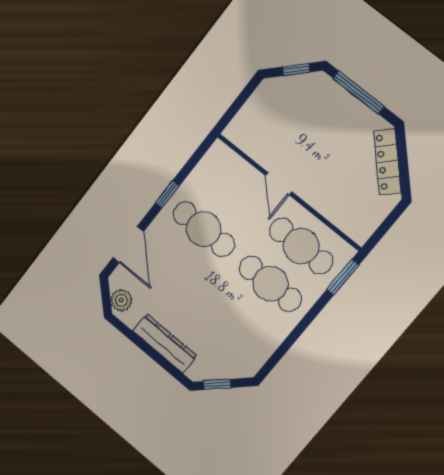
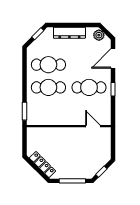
door: (278, 184) -> (93, 126), moved
door: (128, 245) -> (113, 58), hinge flipped
cafe table: (301, 246) -> (48, 65), moved

